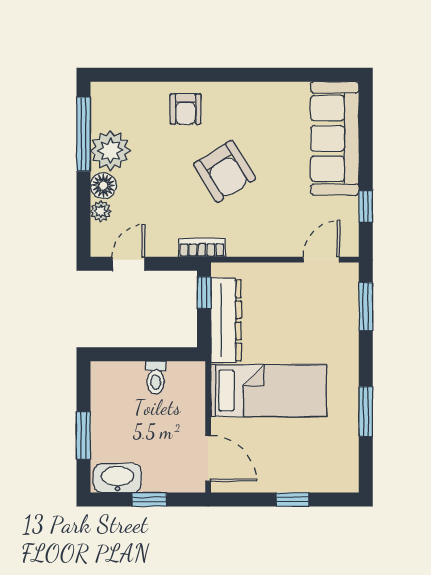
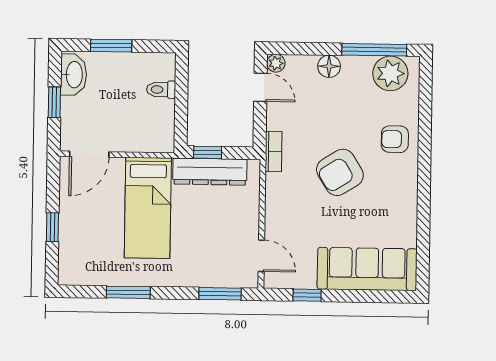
plant: (110, 151) -> (390, 73), moved
plant: (101, 211) -> (276, 63), moved
window: (204, 293) -> (208, 152), moved
toilet: (156, 378) -> (161, 90), moved

